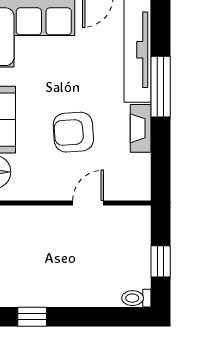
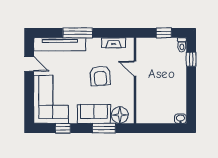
fireplace: (141, 128) -> (114, 43), moved
window: (32, 317) -> (191, 59), moved

